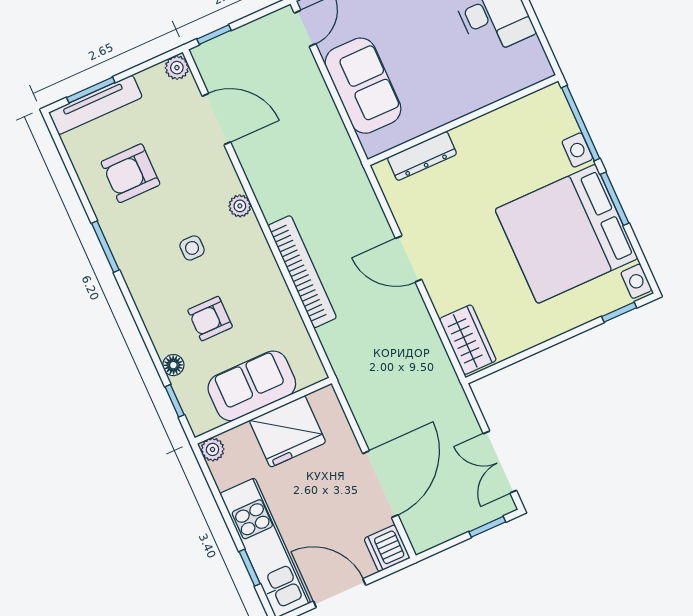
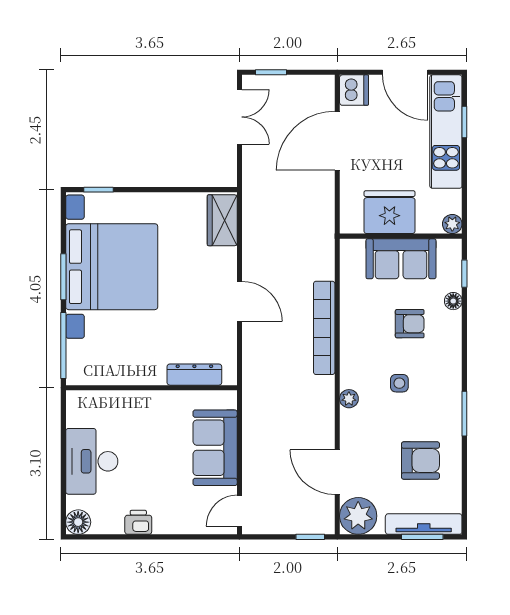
plant: (177, 68) -> (358, 516), width x1.88, depth x1.88

